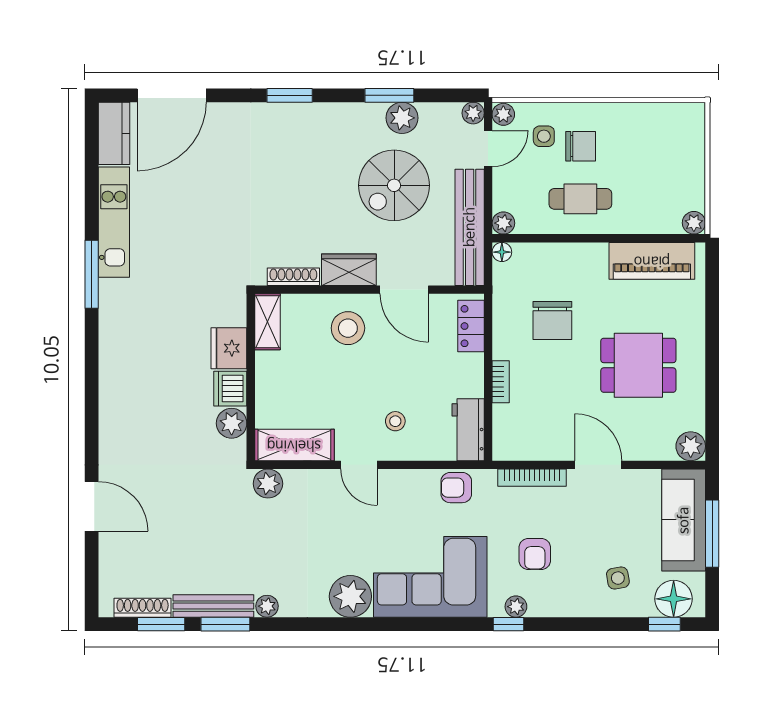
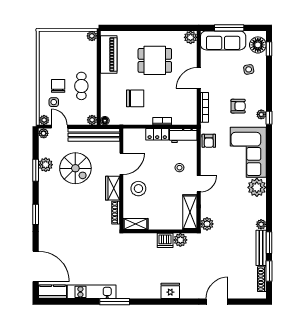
locker: (471, 326) -> (157, 134), moved
fridge: (229, 348) -> (170, 291), moved, turned 180
dining table: (638, 365) -> (155, 60), turned 90

